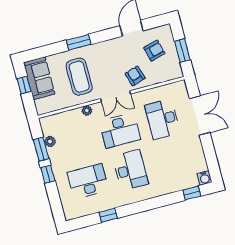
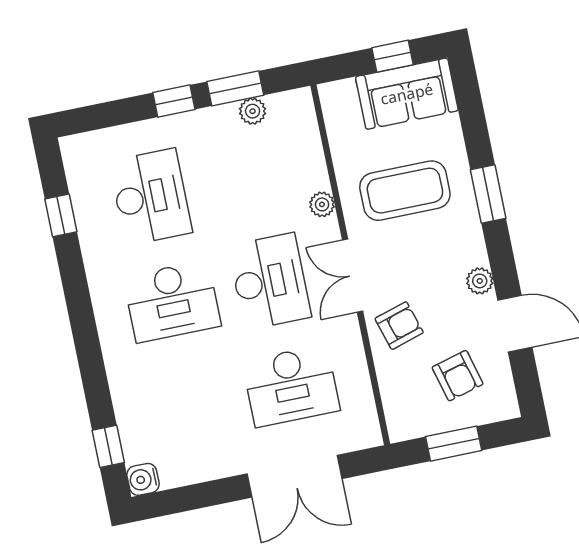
plant: (115, 44) -> (480, 281), added
desk: (162, 119) -> (291, 386), turned 180
desk: (120, 130) -> (270, 281), turned 180
window: (108, 215) -> (61, 215), moved

